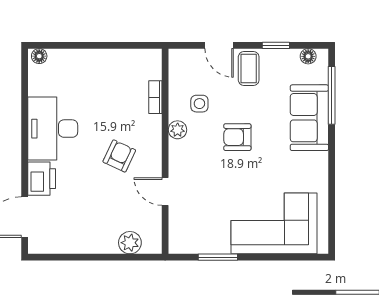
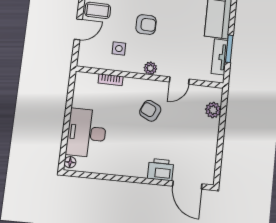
desk: (53, 129) -> (87, 133), moved, turned 90
plant: (178, 130) -> (150, 68), moved
armchair: (237, 137) -> (146, 25), turned -90
tv unit: (205, 245) -> (220, 57), added

